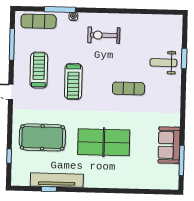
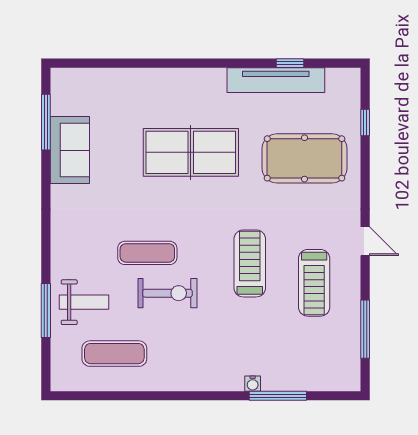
exercise mat: (39, 21) -> (114, 354), moved
exercise bike: (104, 35) -> (168, 293), moved
window: (184, 59) -> (46, 310), width x1.44

